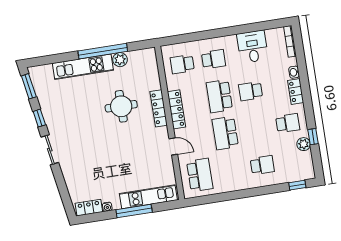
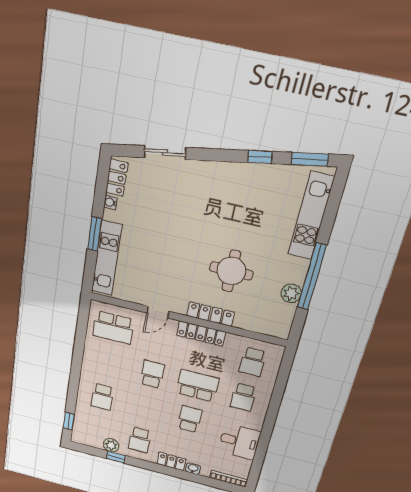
school desk: (182, 64) -> (253, 362), turned 180
kitchen unit: (83, 67) -> (311, 216), moved
school desk: (225, 133) -> (152, 374), width x0.54
sliding door: (50, 150) -> (165, 153), moved
window: (134, 211) -> (95, 234), width x0.69

